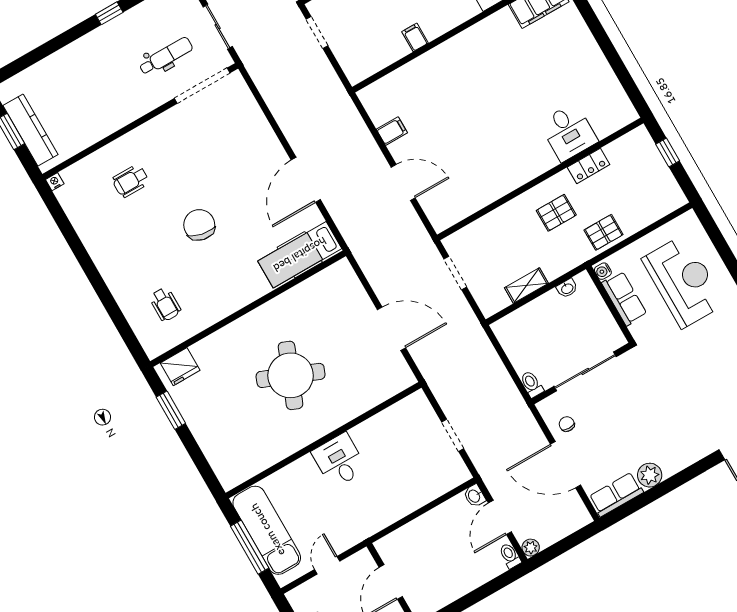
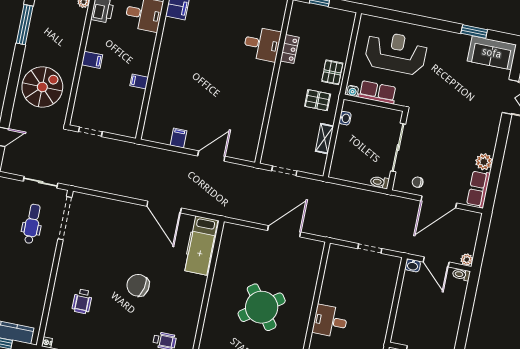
pallet: (556, 213) -> (318, 100), moved, turned 90
round table: (291, 375) -> (262, 307), turned 32

